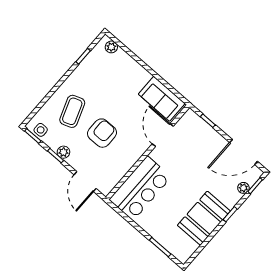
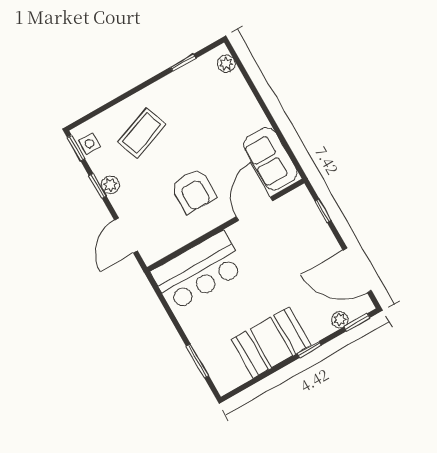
armchair: (102, 133) -> (193, 191), moved, turned 90

